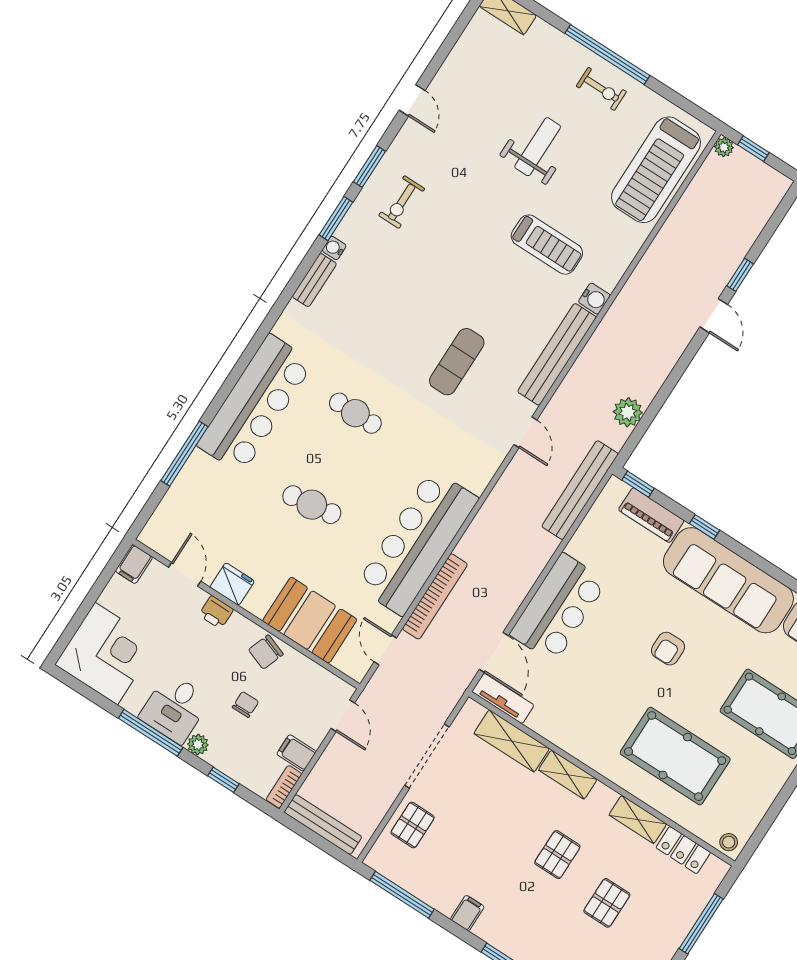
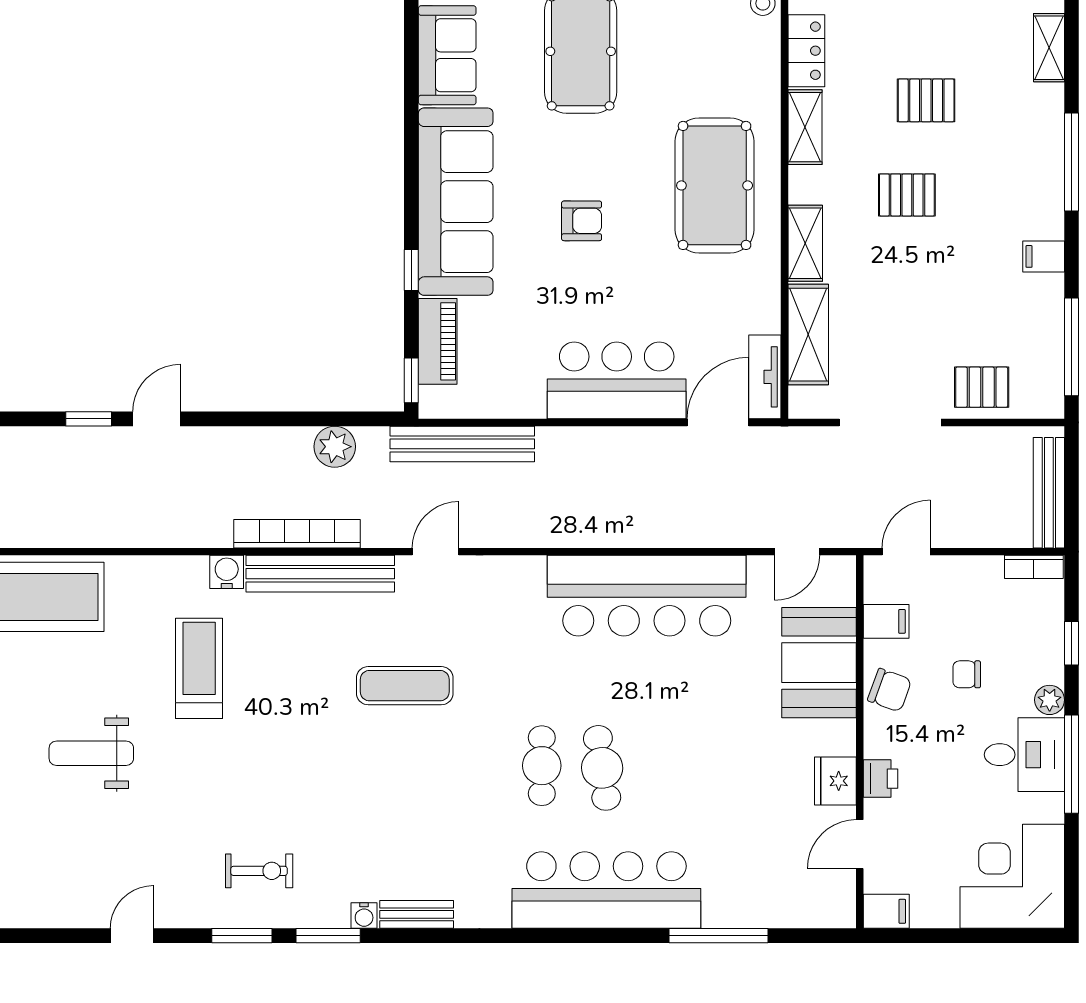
cafe table: (312, 505) -> (602, 768), moved
bookcase: (435, 596) -> (297, 534), moved
filing cabinet: (296, 753) -> (886, 621), moved, turned -90
pool table: (675, 756) -> (715, 185), moved

